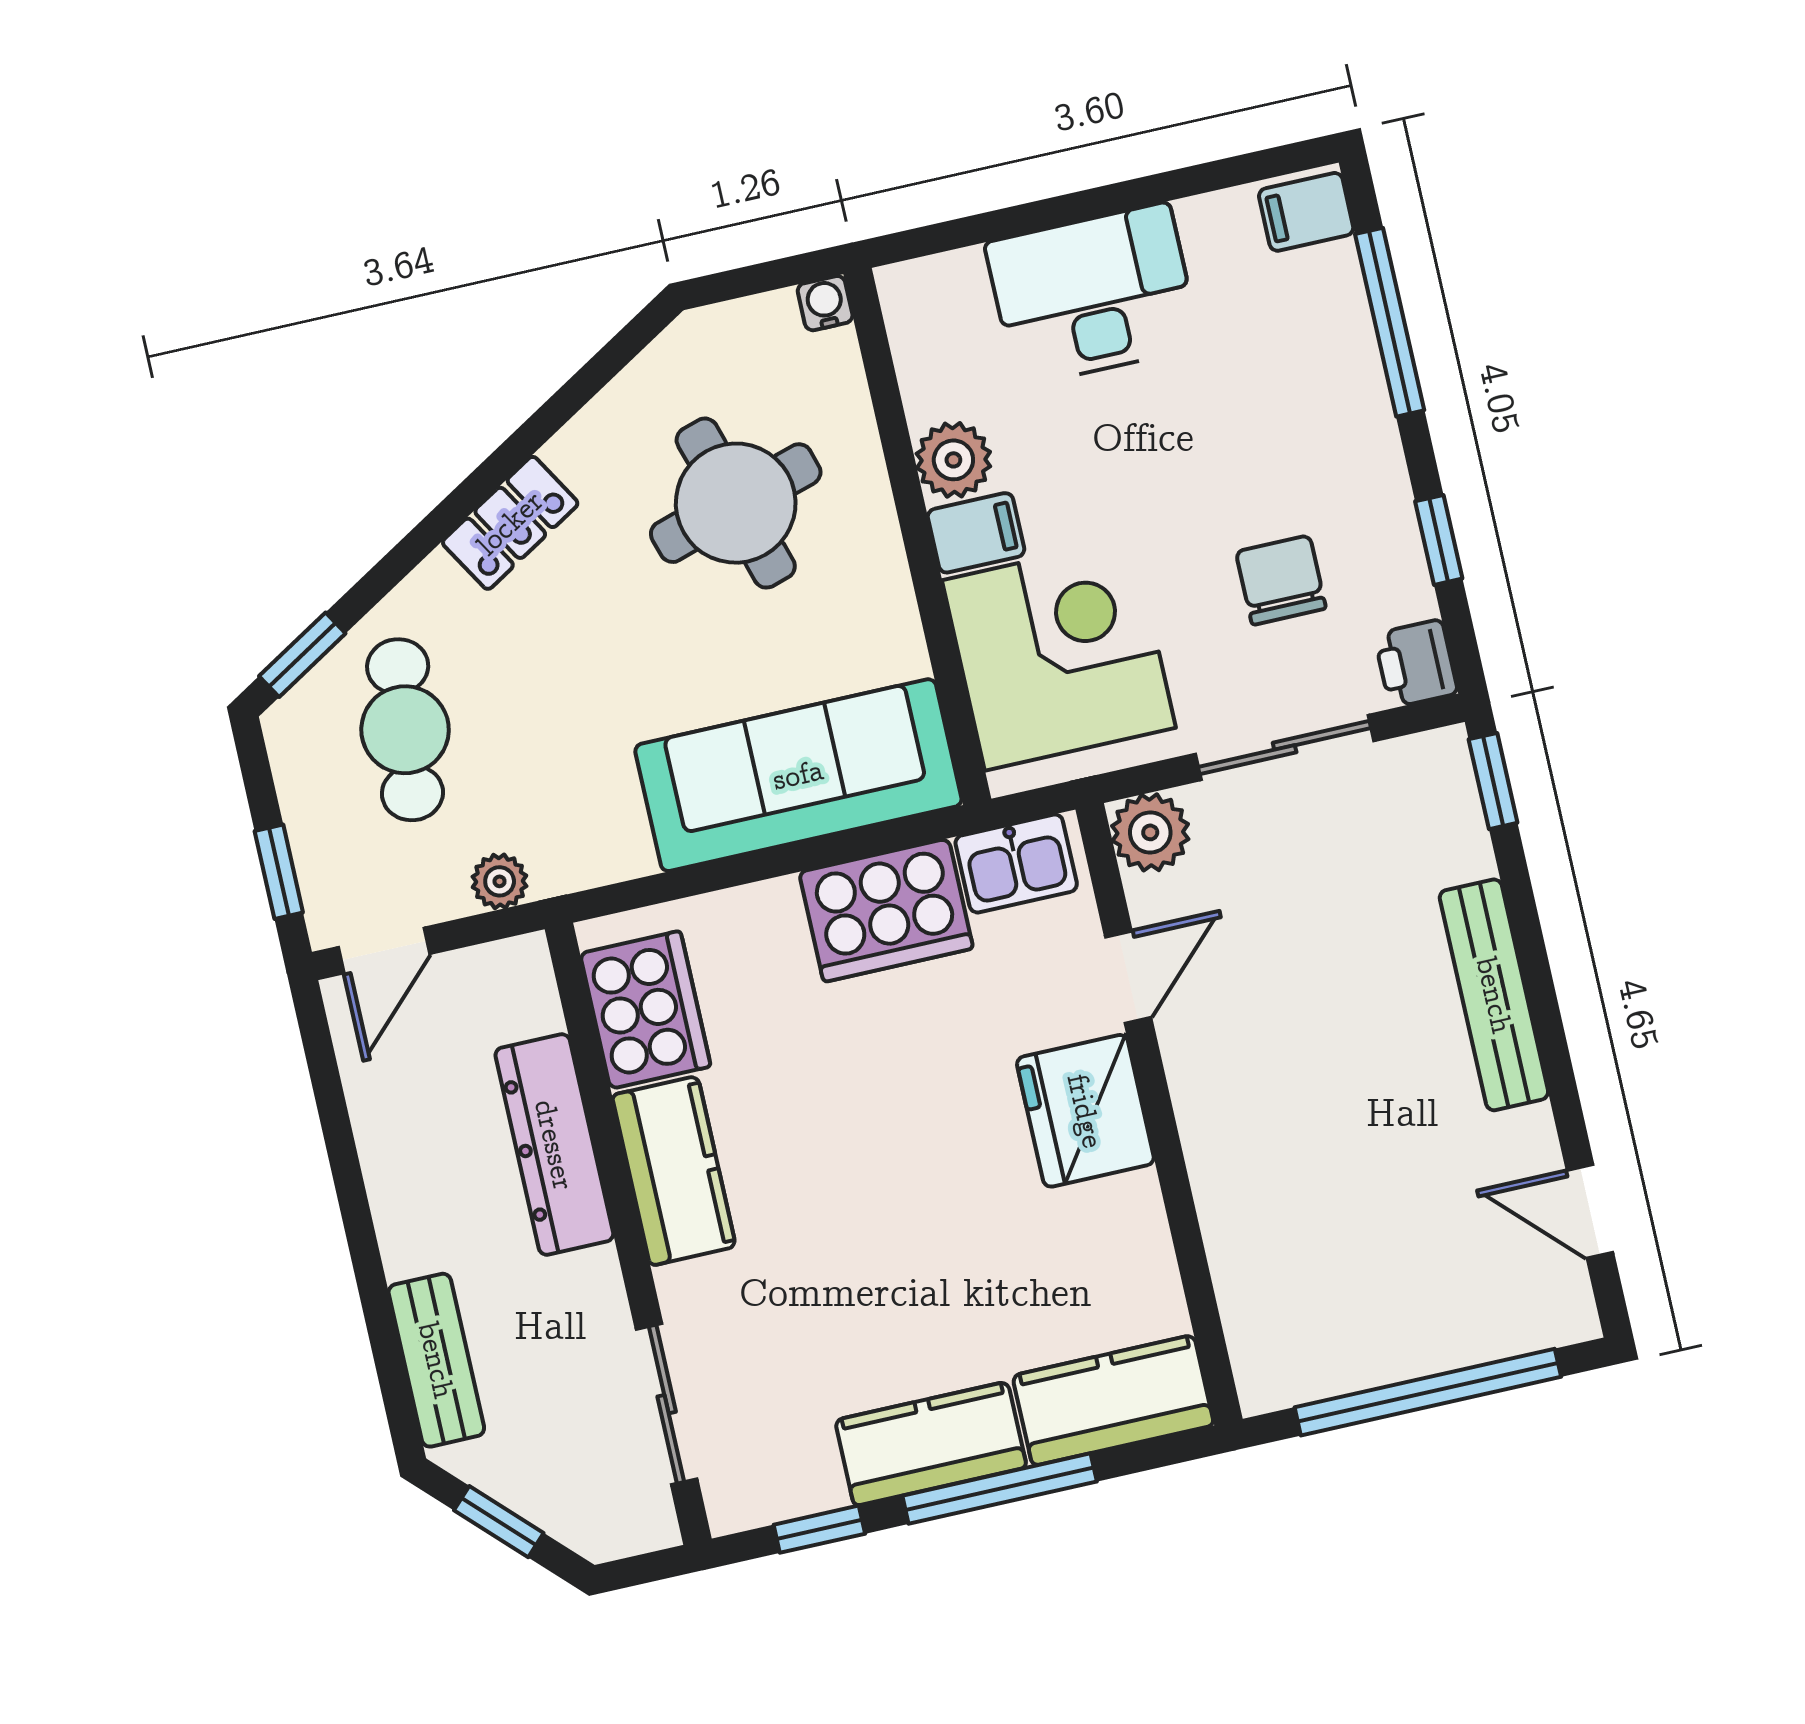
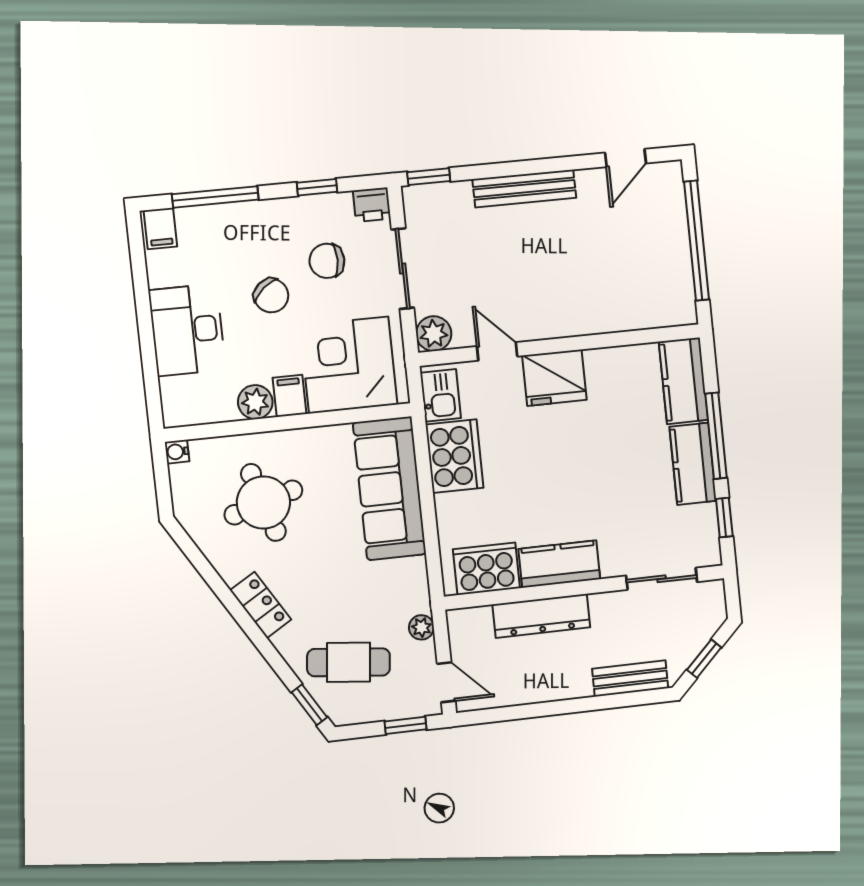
chair: (1190, 468) -> (271, 296), added

